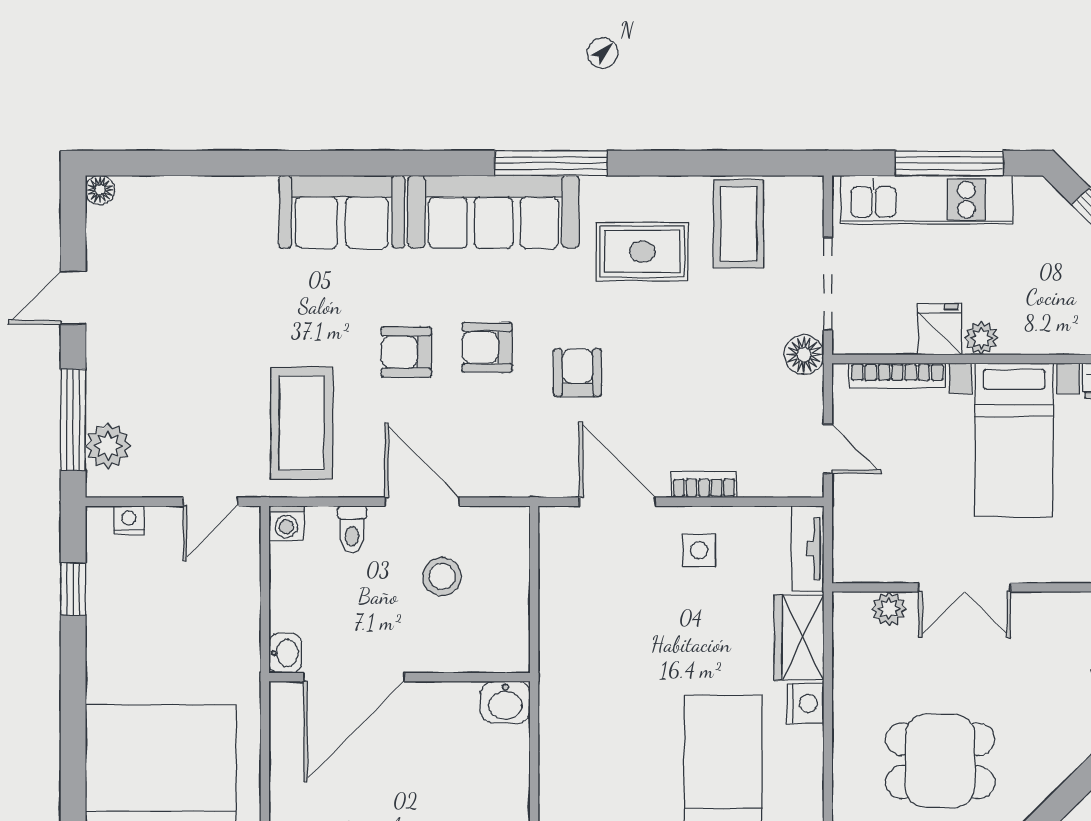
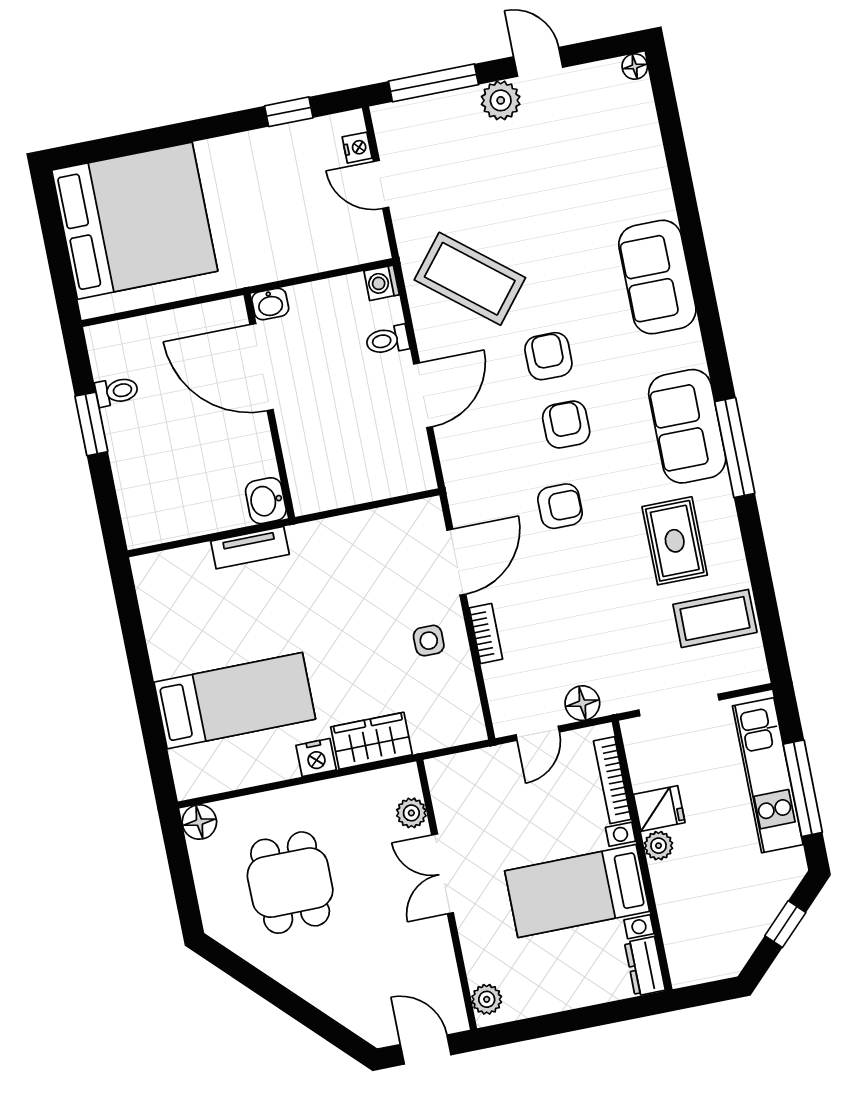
sofa: (494, 212) -> (687, 426), width x0.73
floor lamp: (804, 355) -> (582, 703), moved
coffee table: (302, 423) -> (470, 279), turned 39
plant: (108, 446) -> (501, 100), moved
door: (211, 502) -> (381, 184), moved
tv unit: (807, 549) -> (250, 548), moved, turned 180
stool: (442, 577) -> (362, 425), removed

